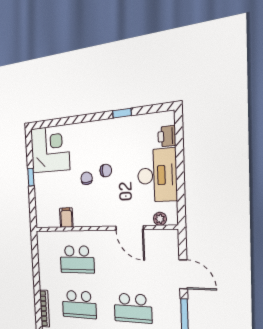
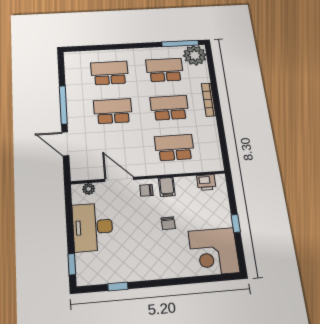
window: (122, 113) -> (118, 286), moved
window: (179, 134) -> (72, 264), added
printer: (167, 136) -> (206, 182), moved, turned 90
chair: (106, 171) -> (146, 190), moved
filing cabinet: (66, 218) -> (167, 187), moved

